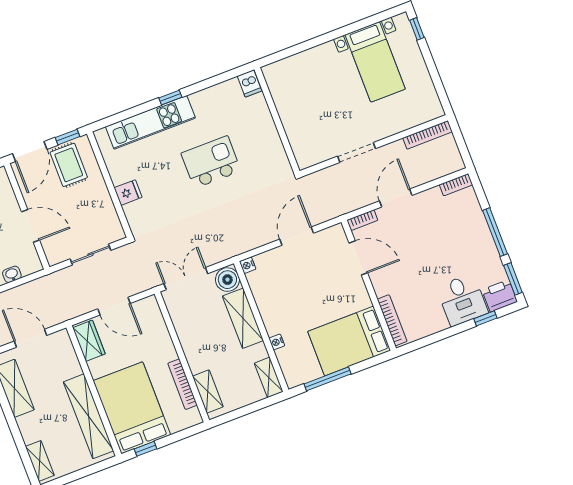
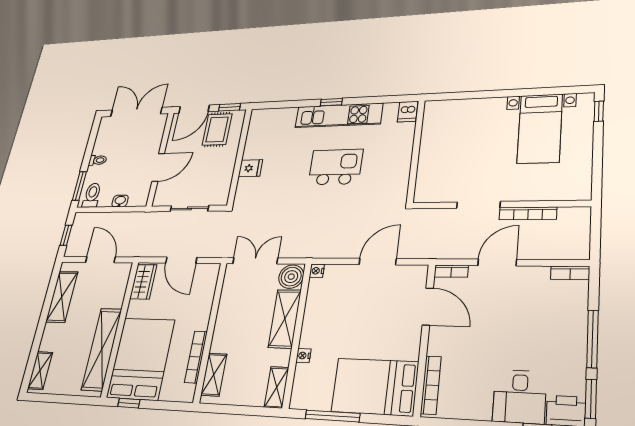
kitchen unit: (150, 122) -> (339, 115), moved
bookcase: (428, 135) -> (528, 213), moved
door: (30, 226) -> (158, 167), hinge flipped

